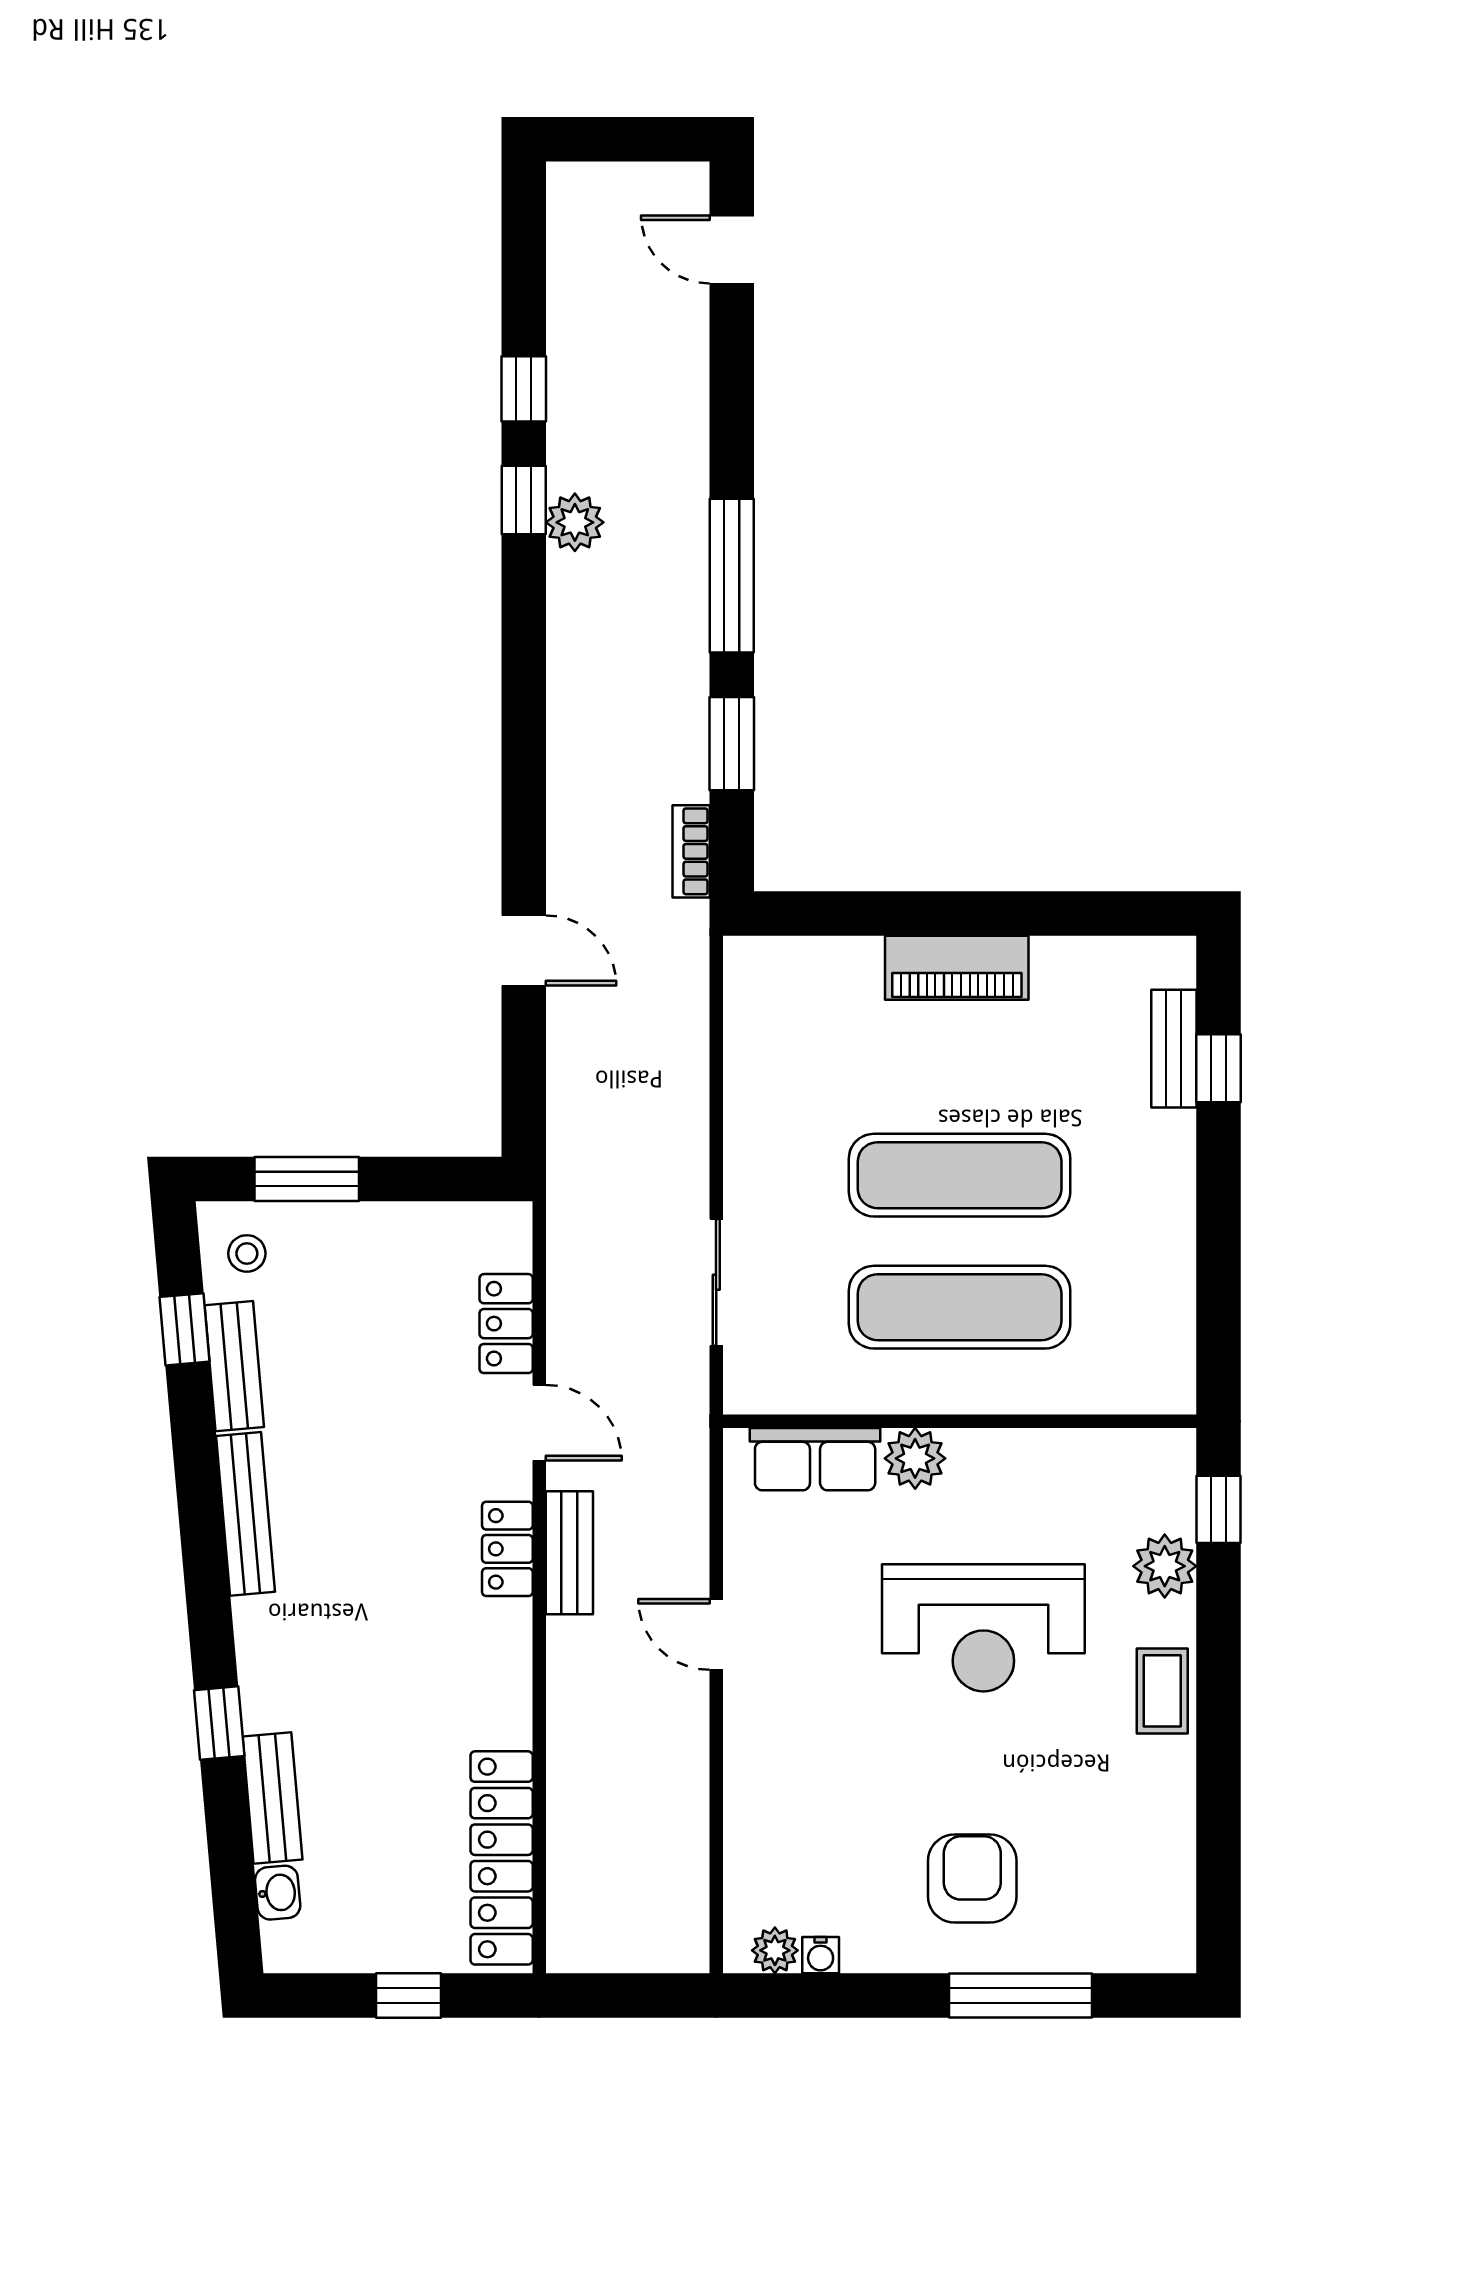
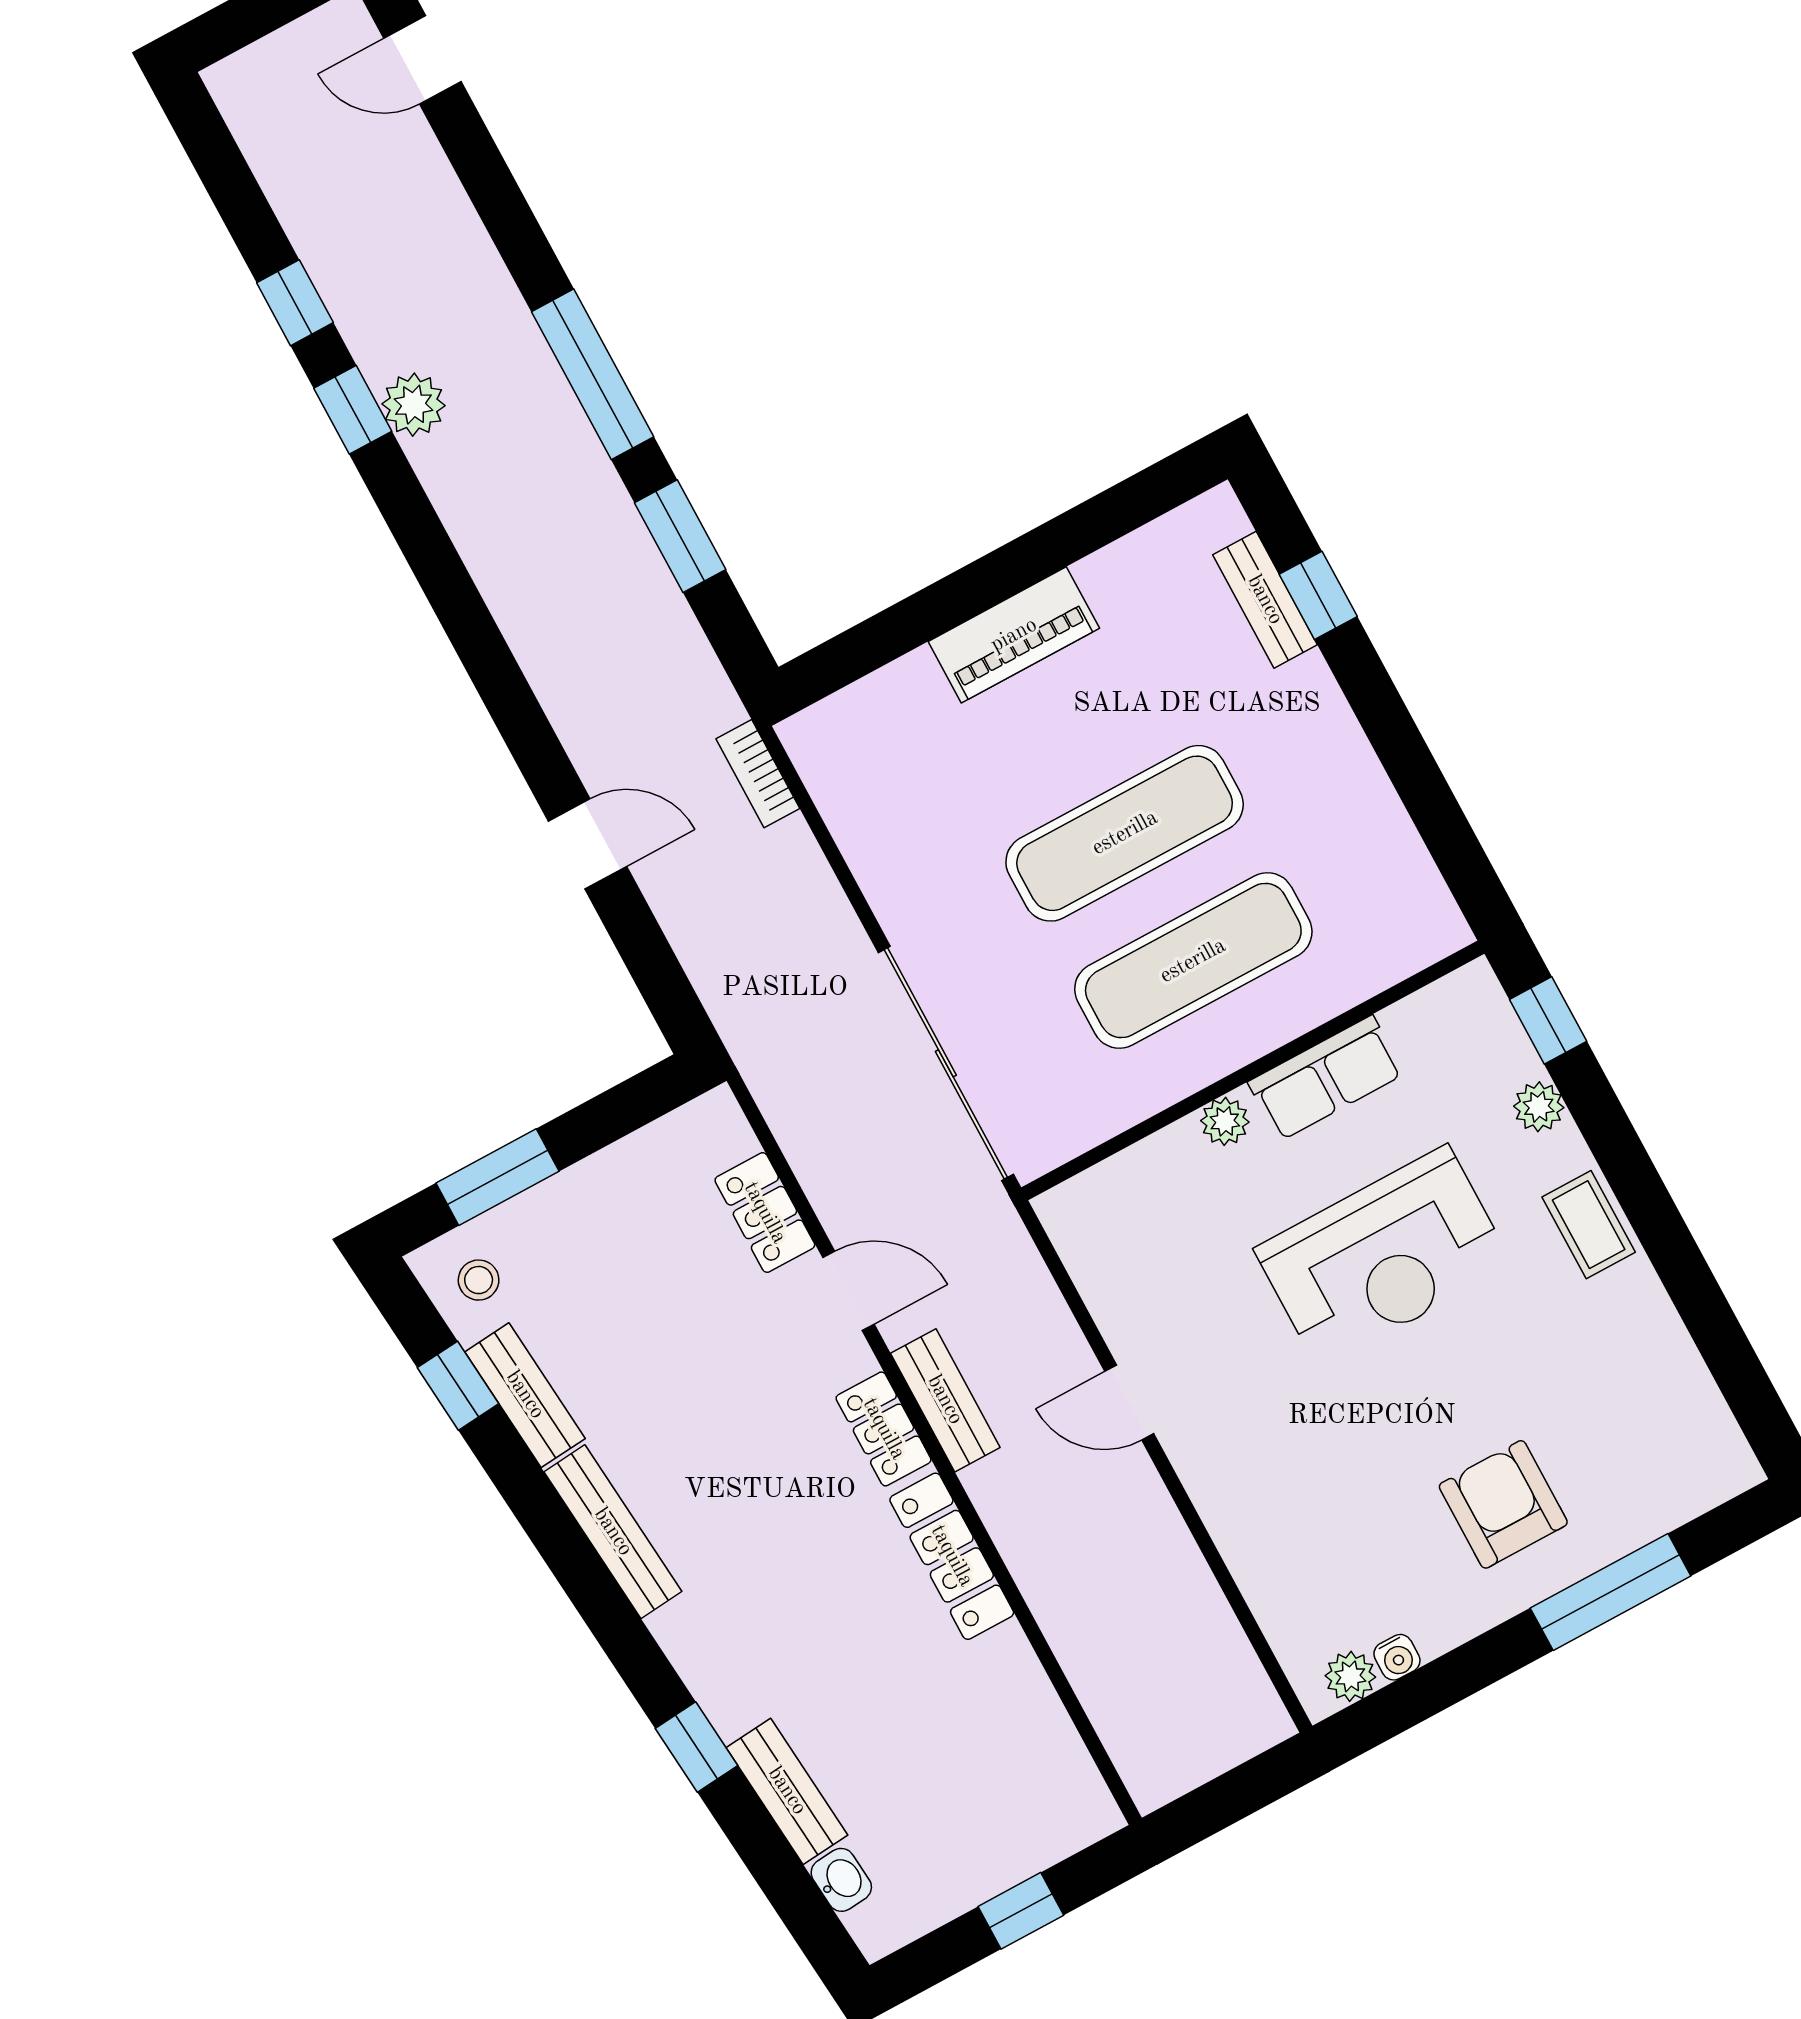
bookcase: (691, 851) -> (758, 774), moved
sliding door: (716, 1282) -> (946, 1063), width x1.86
plant: (915, 1458) -> (1225, 1121), width x0.73, depth x0.73
row of seats: (815, 1459) -> (1326, 1078), moved
plant: (1165, 1566) -> (1539, 1107), width x0.73, depth x0.73
locker: (502, 1858) -> (952, 1556), moved, width x0.71, depth x0.83

